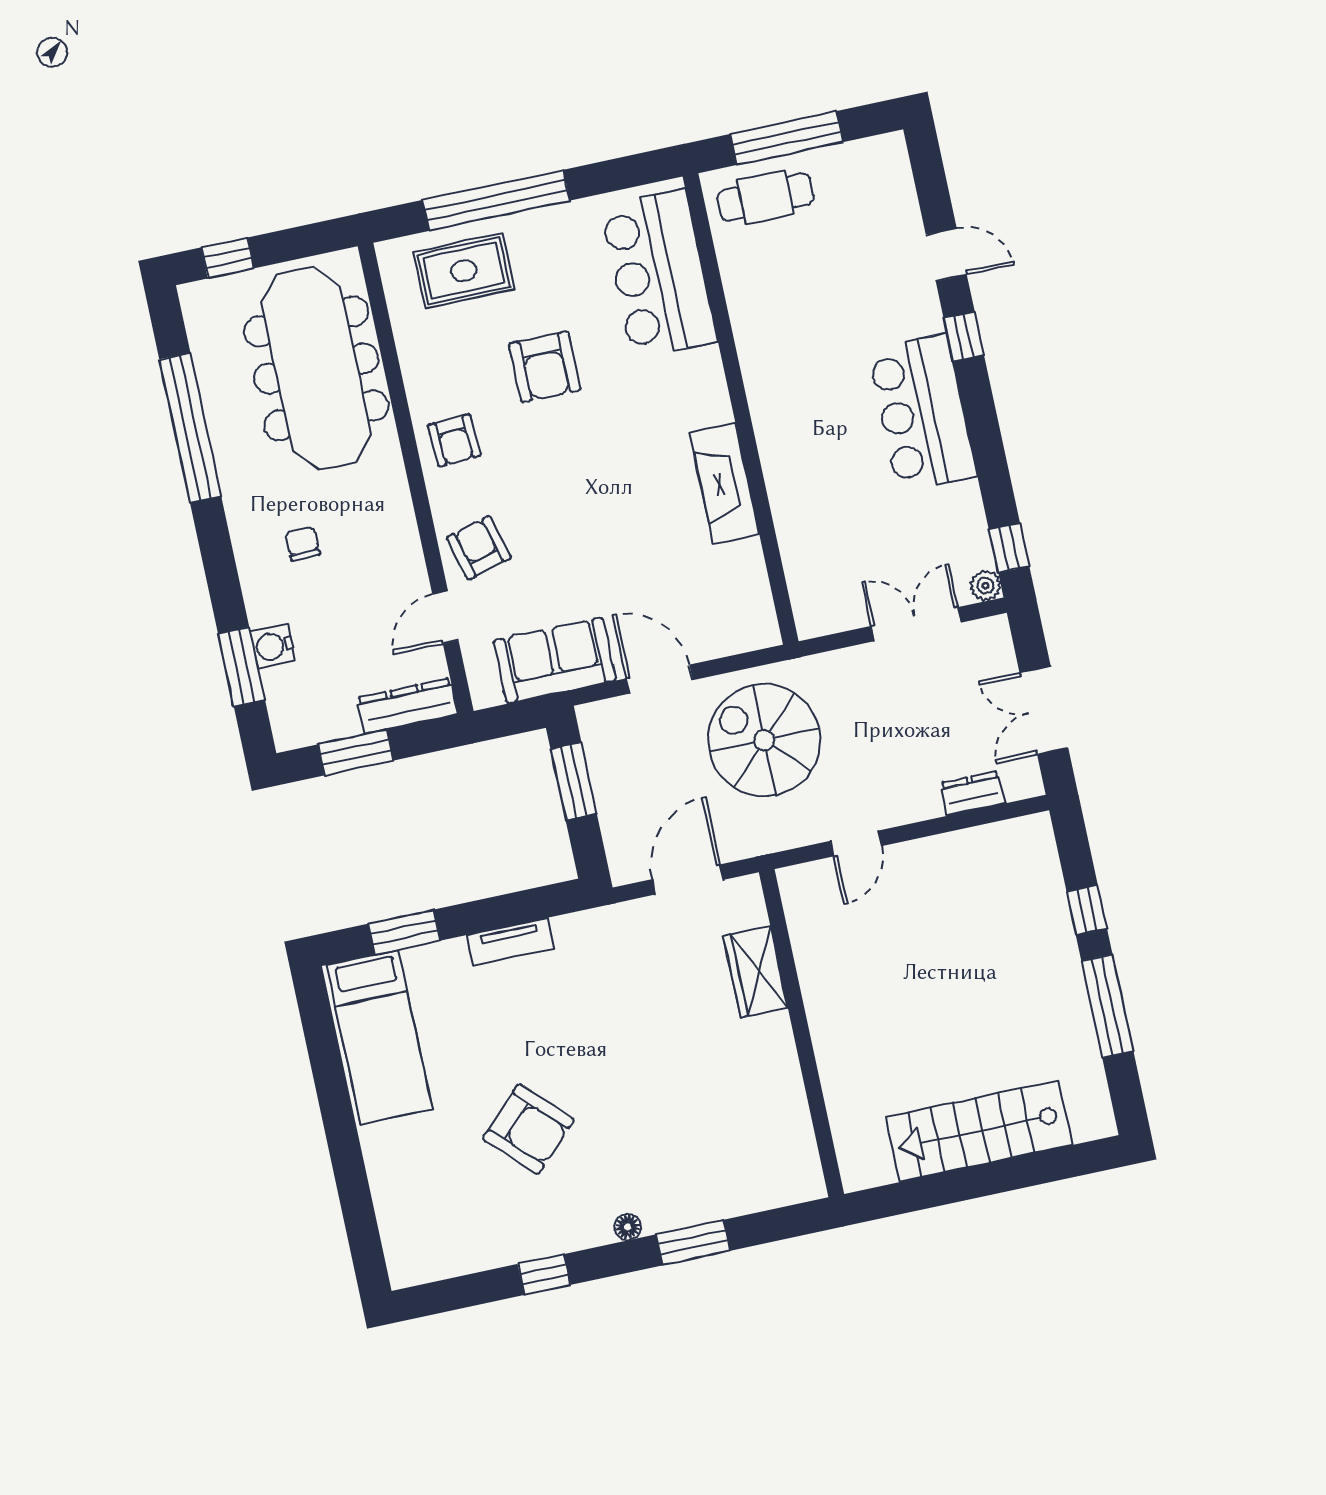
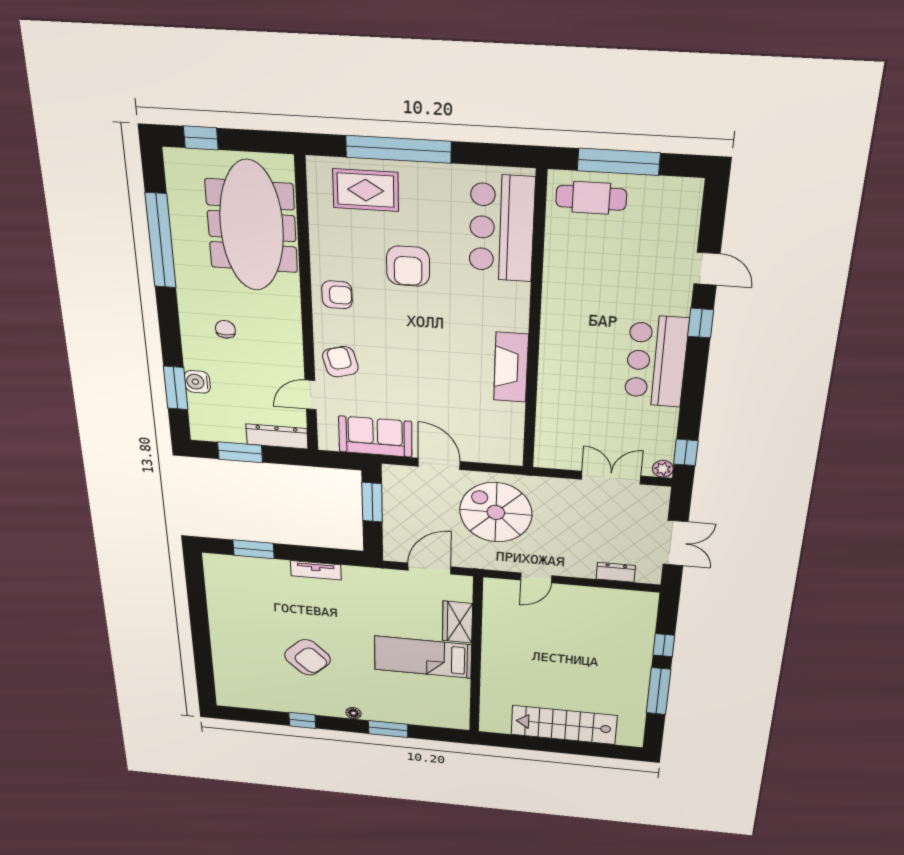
armchair: (454, 440) -> (337, 295), turned -87
double door: (1044, 710) -> (675, 543), swing flipped
bed: (379, 1037) -> (423, 657), moved, turned 90

